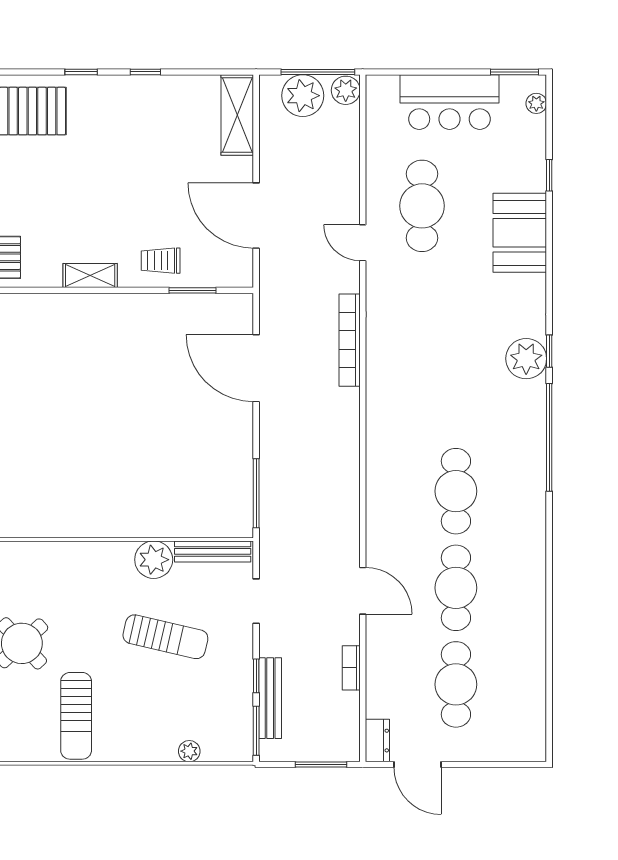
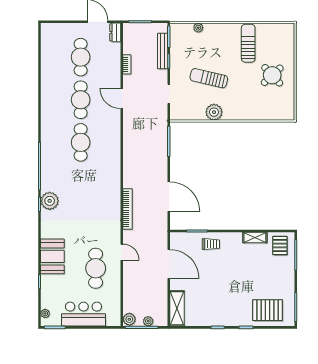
plant: (303, 96) -> (148, 321), width x0.53, depth x0.53
shelving: (90, 276) -> (255, 237), moved
bench: (213, 551) -> (188, 116), removed

